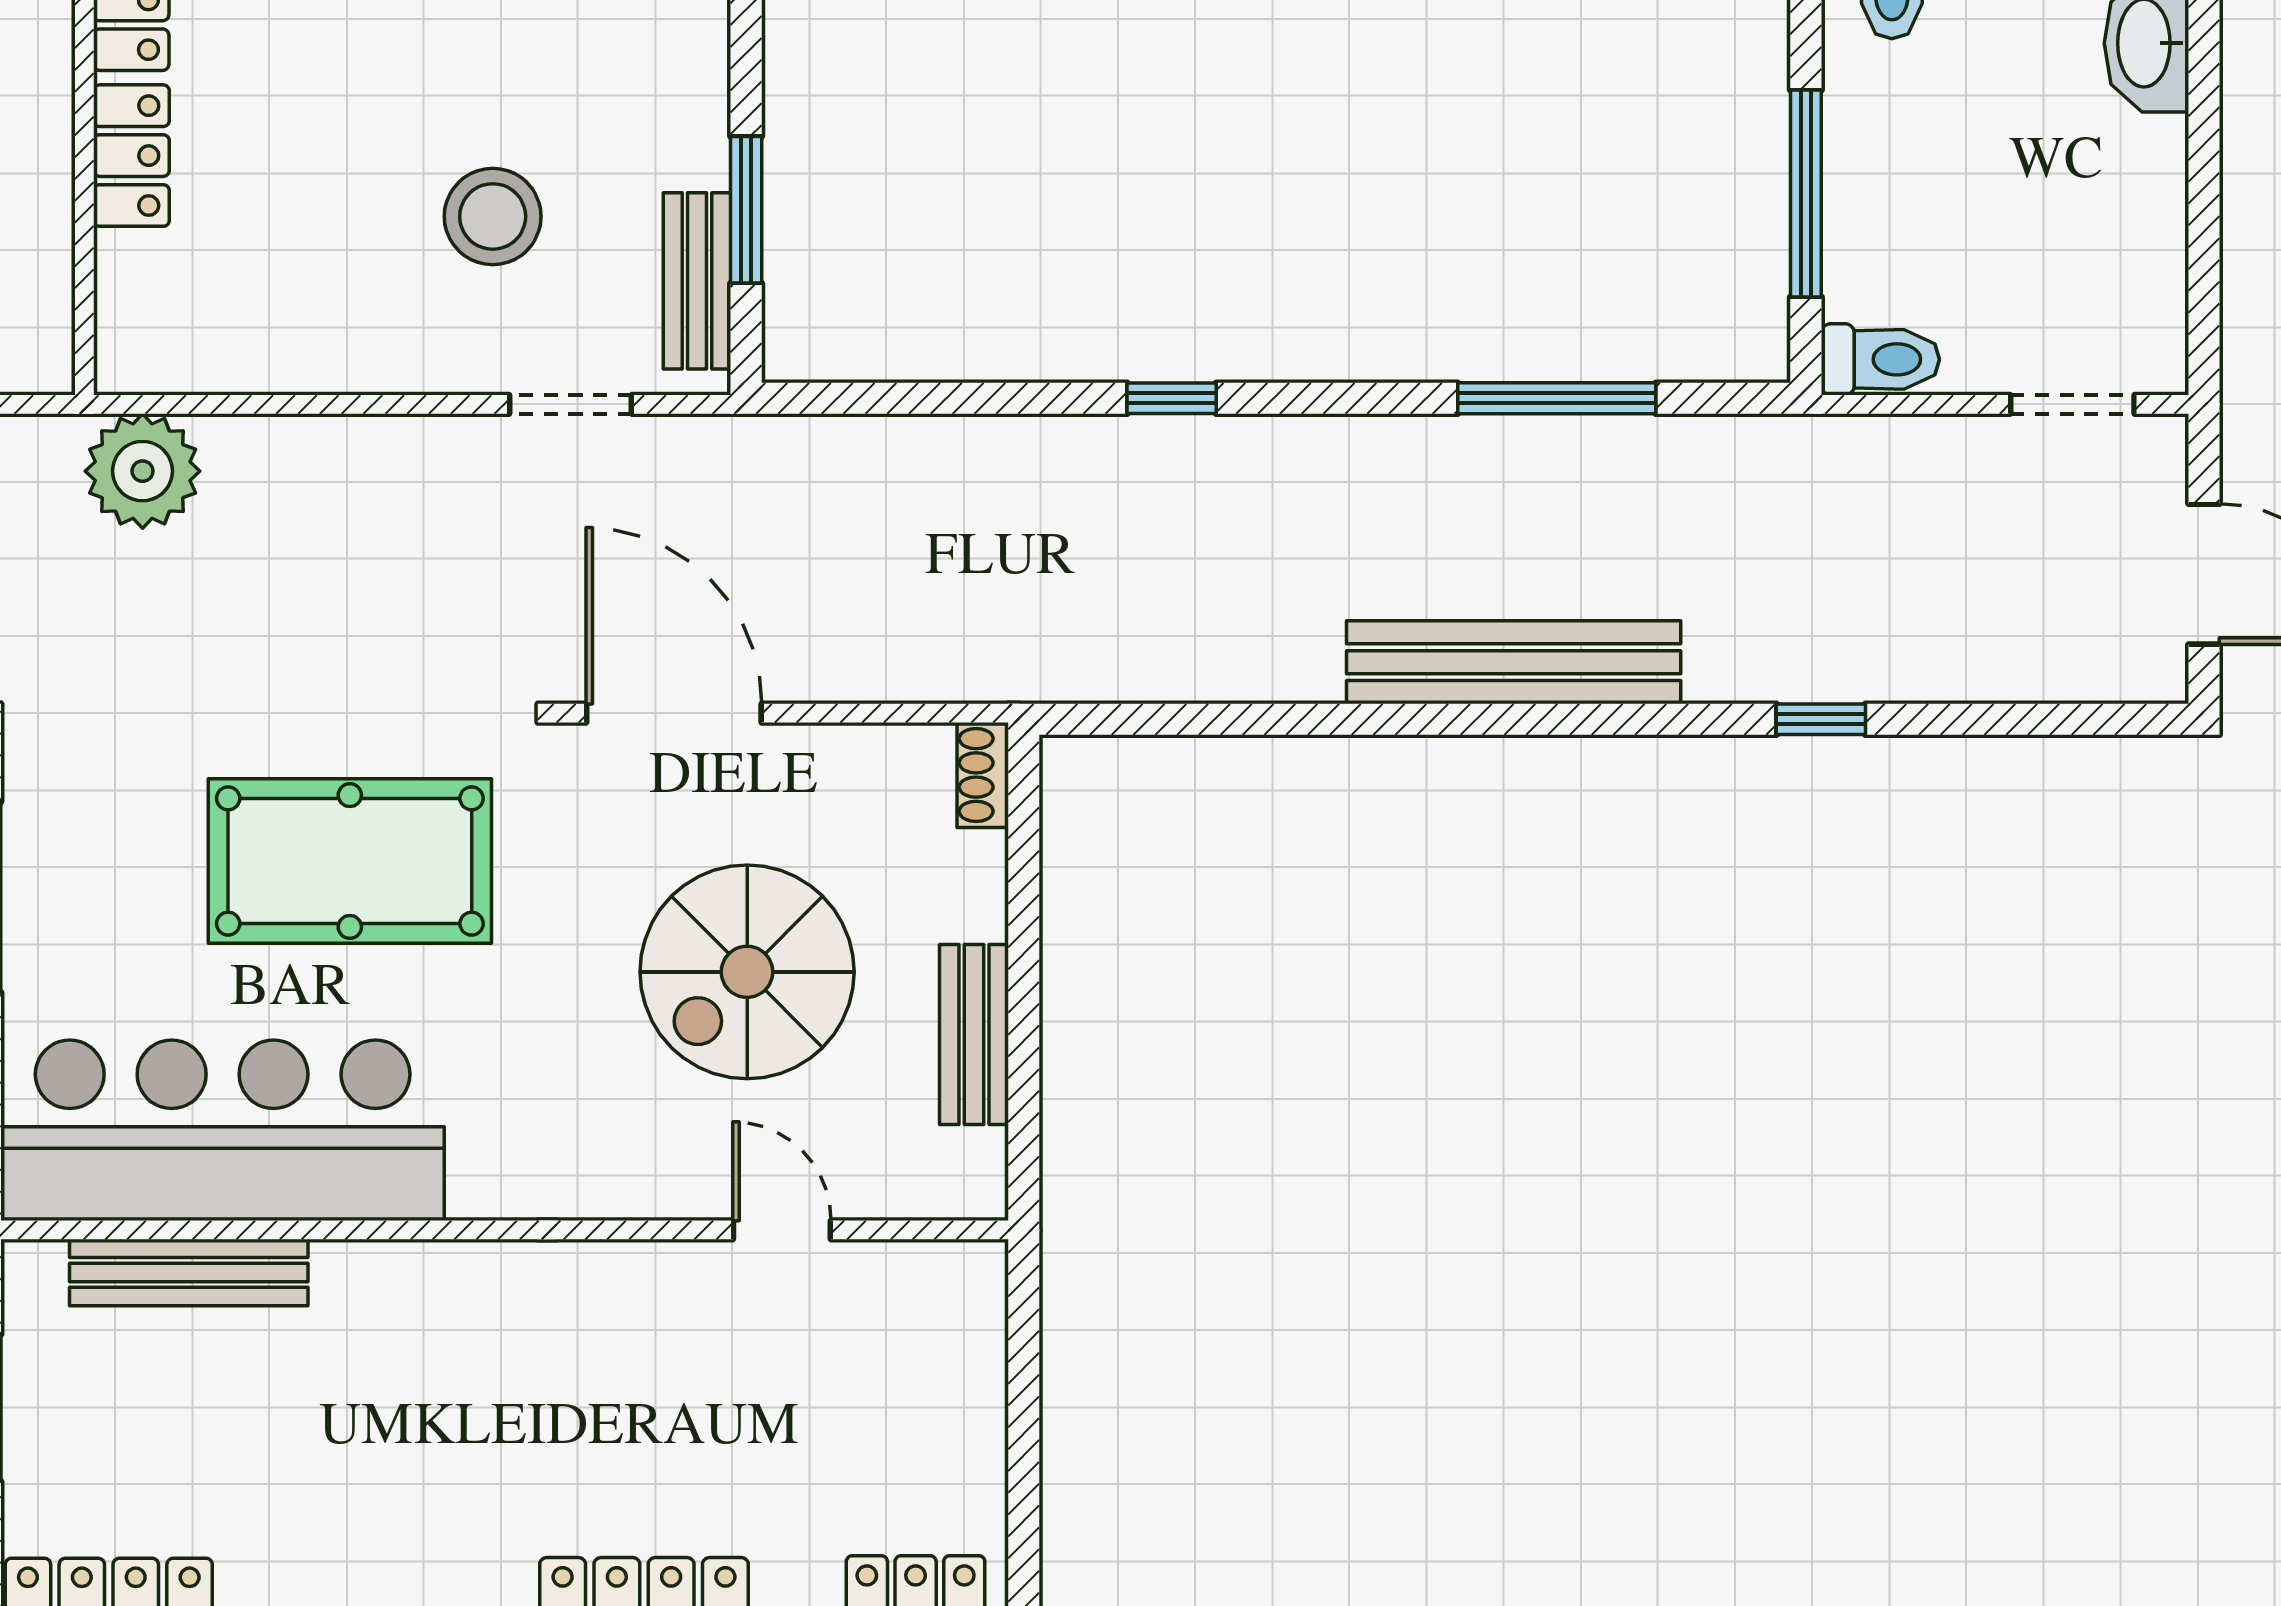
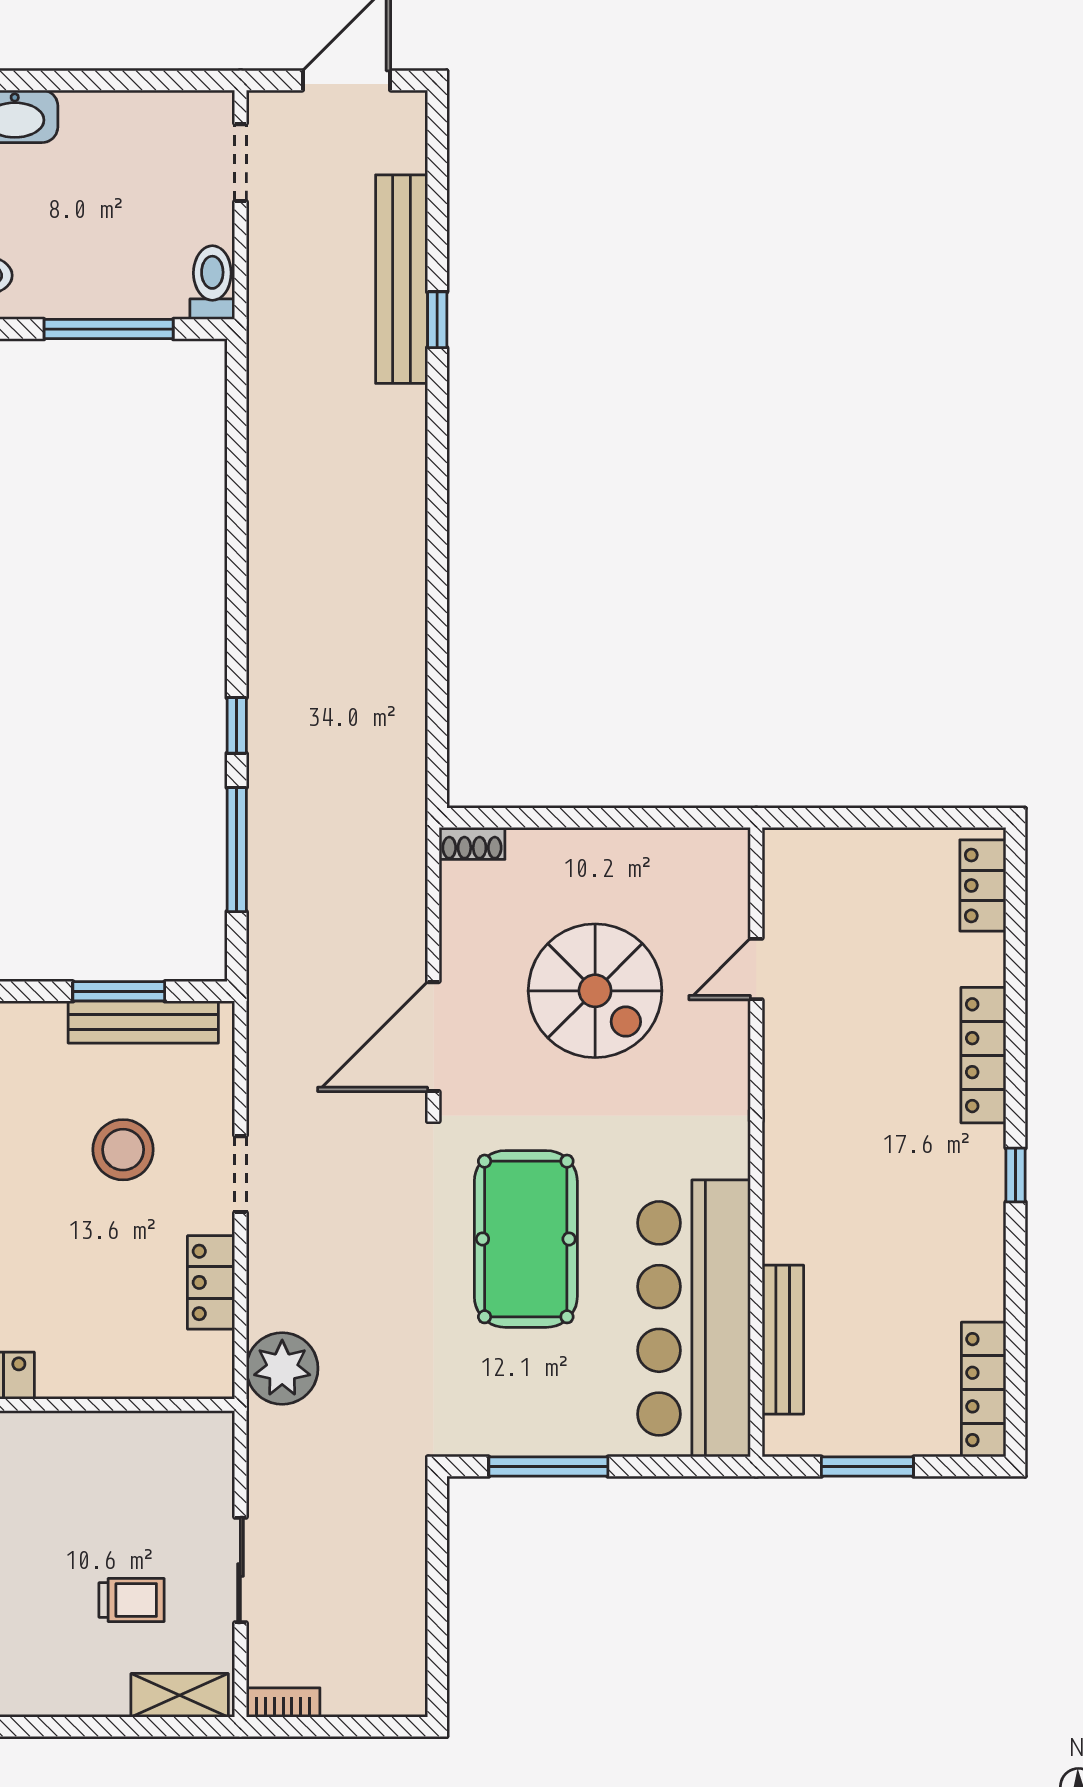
locker: (131, 156) -> (211, 1282), moved, turned -90
bench: (697, 281) -> (143, 1022), width x1.36
window: (1557, 398) -> (237, 850), moved
doorway: (570, 404) -> (240, 1174), moved
bench: (1514, 662) -> (402, 279), moved
bench: (974, 1035) -> (634, 849), removed

